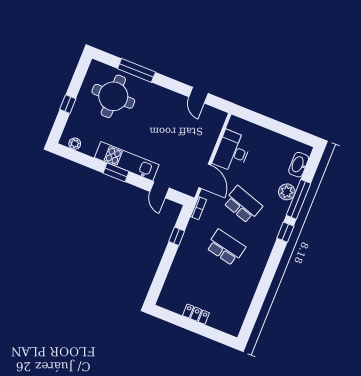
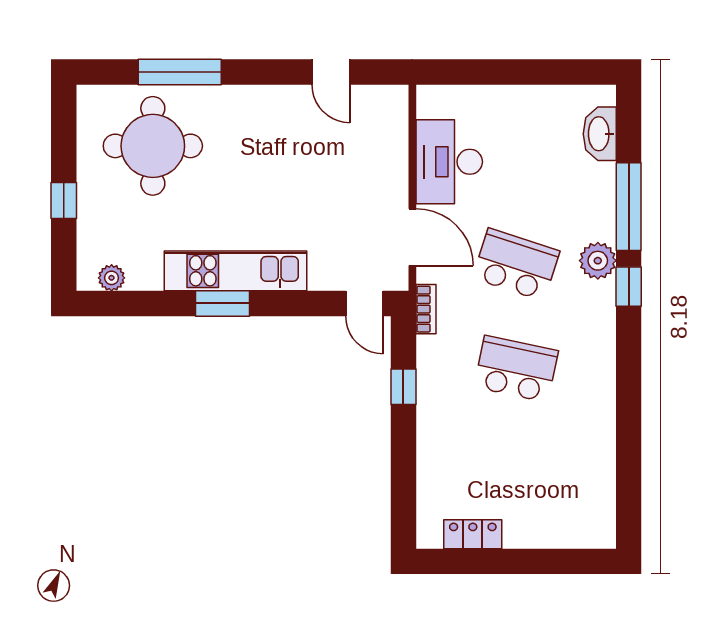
door: (160, 190) -> (364, 303), moved
plant: (287, 192) -> (598, 261), moved
locker: (196, 314) -> (473, 534), moved

